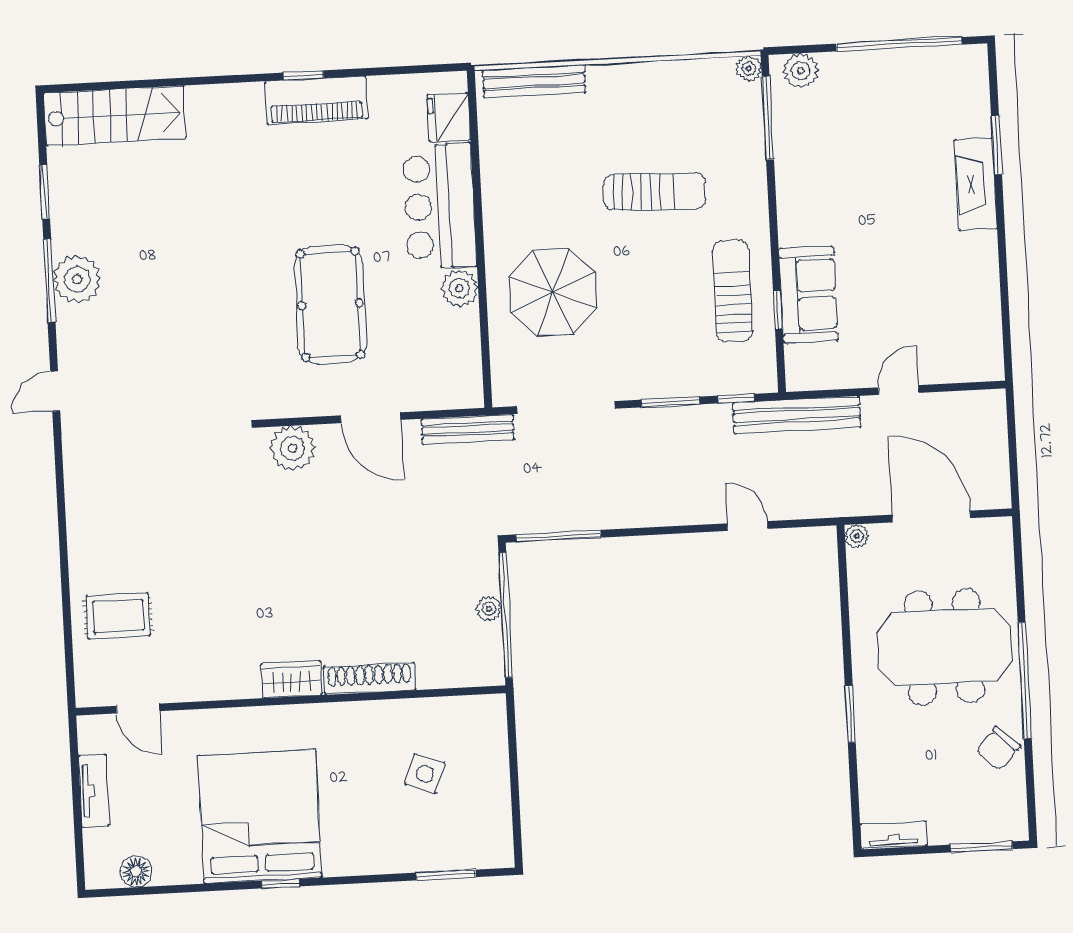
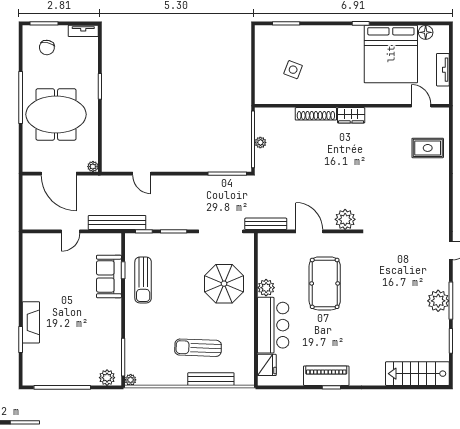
bench: (534, 81) -> (211, 379), moved
sun lounger: (655, 191) -> (198, 348), moved
chair: (998, 748) -> (47, 47), moved, turned 151
bed: (260, 817) -> (391, 54), moved

